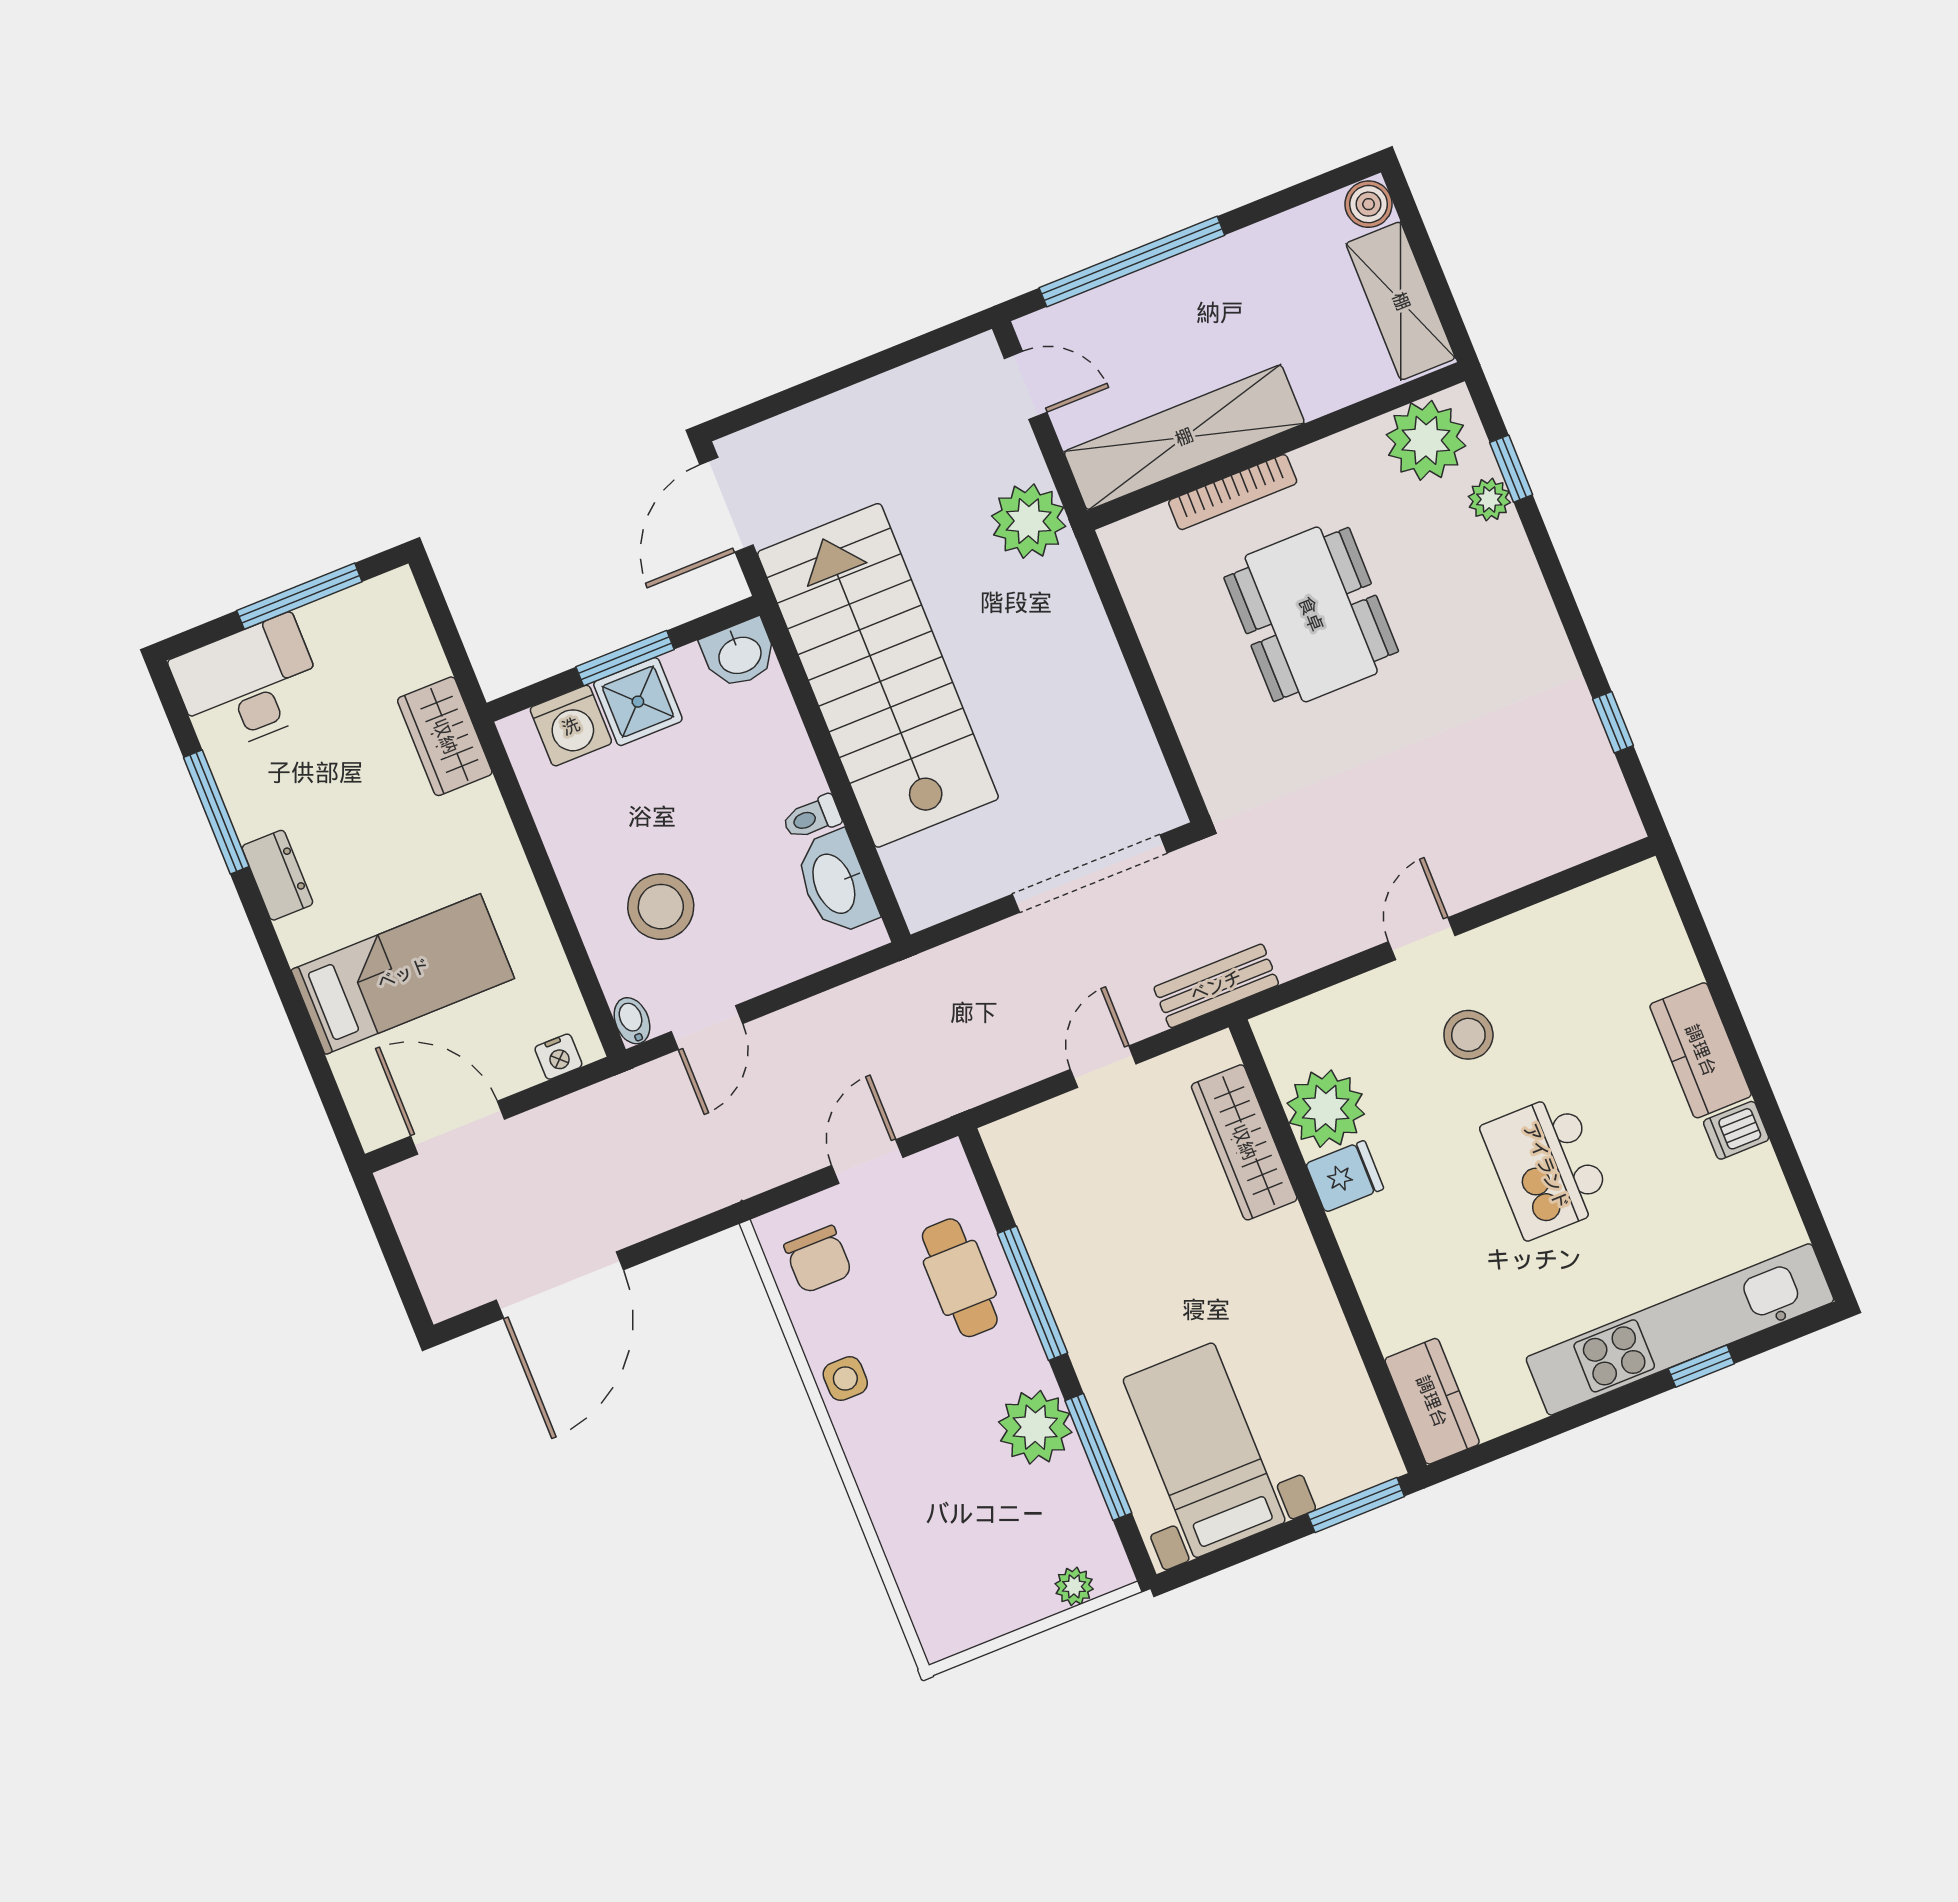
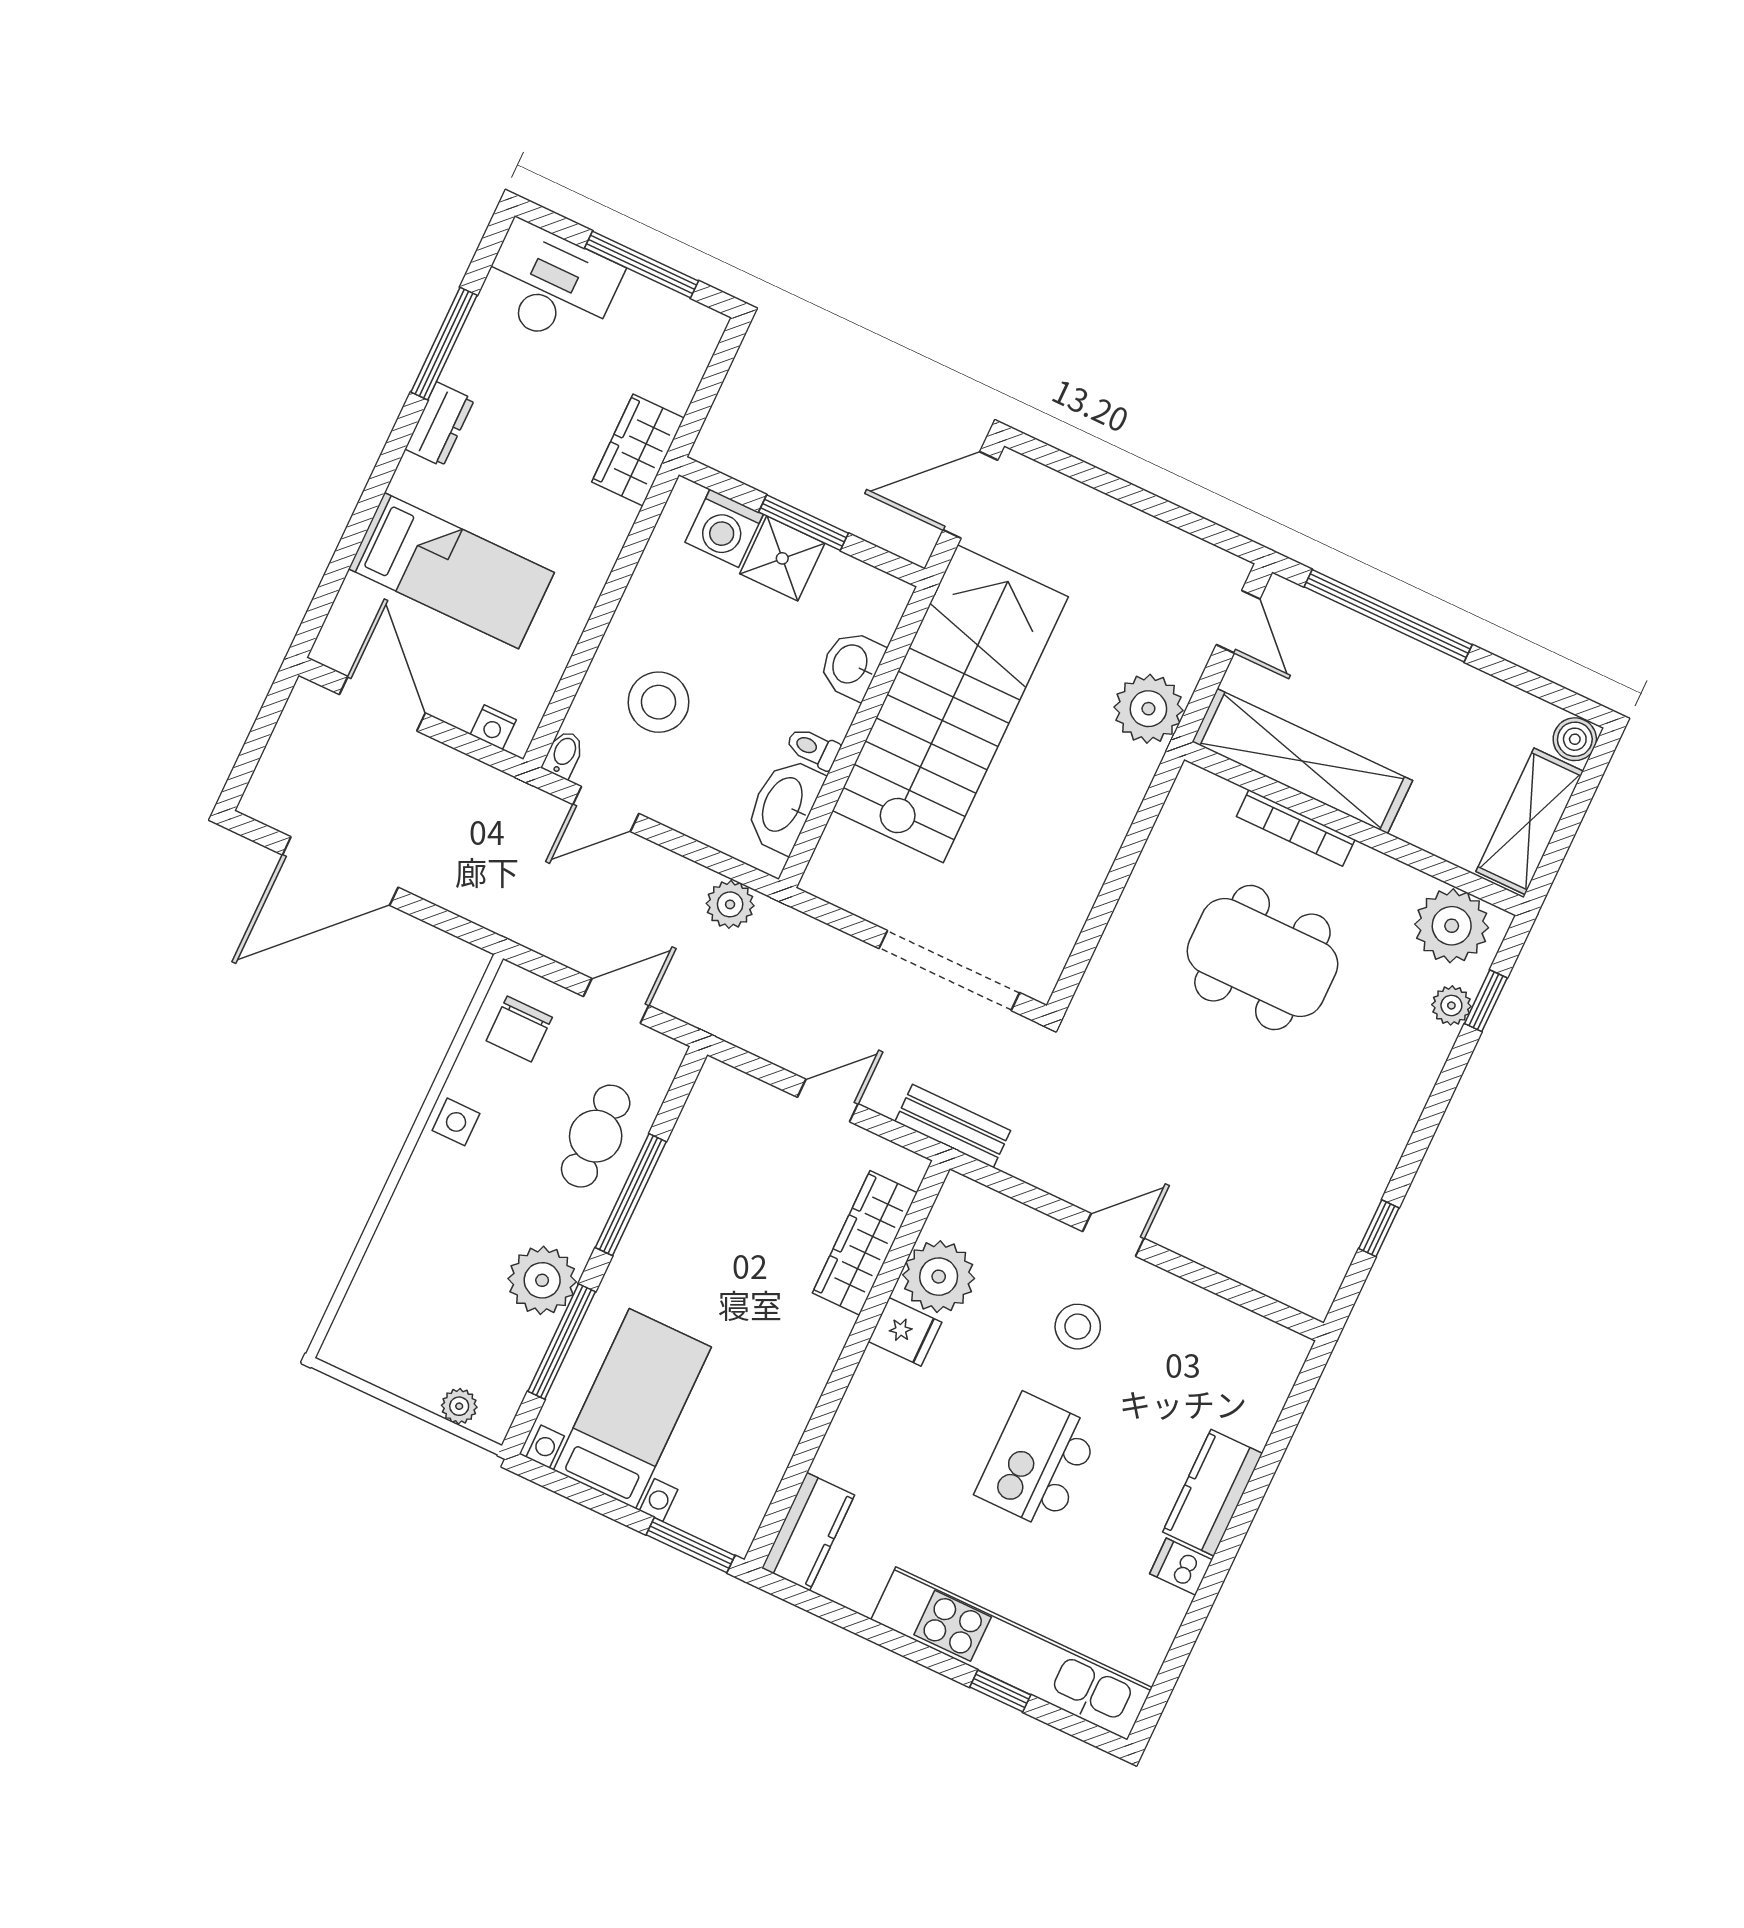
dining table: (1311, 614) -> (1262, 957), turned 90
washbasin: (739, 654) -> (851, 665), moved, turned 90
plant: (875, 999) -> (730, 904), added

